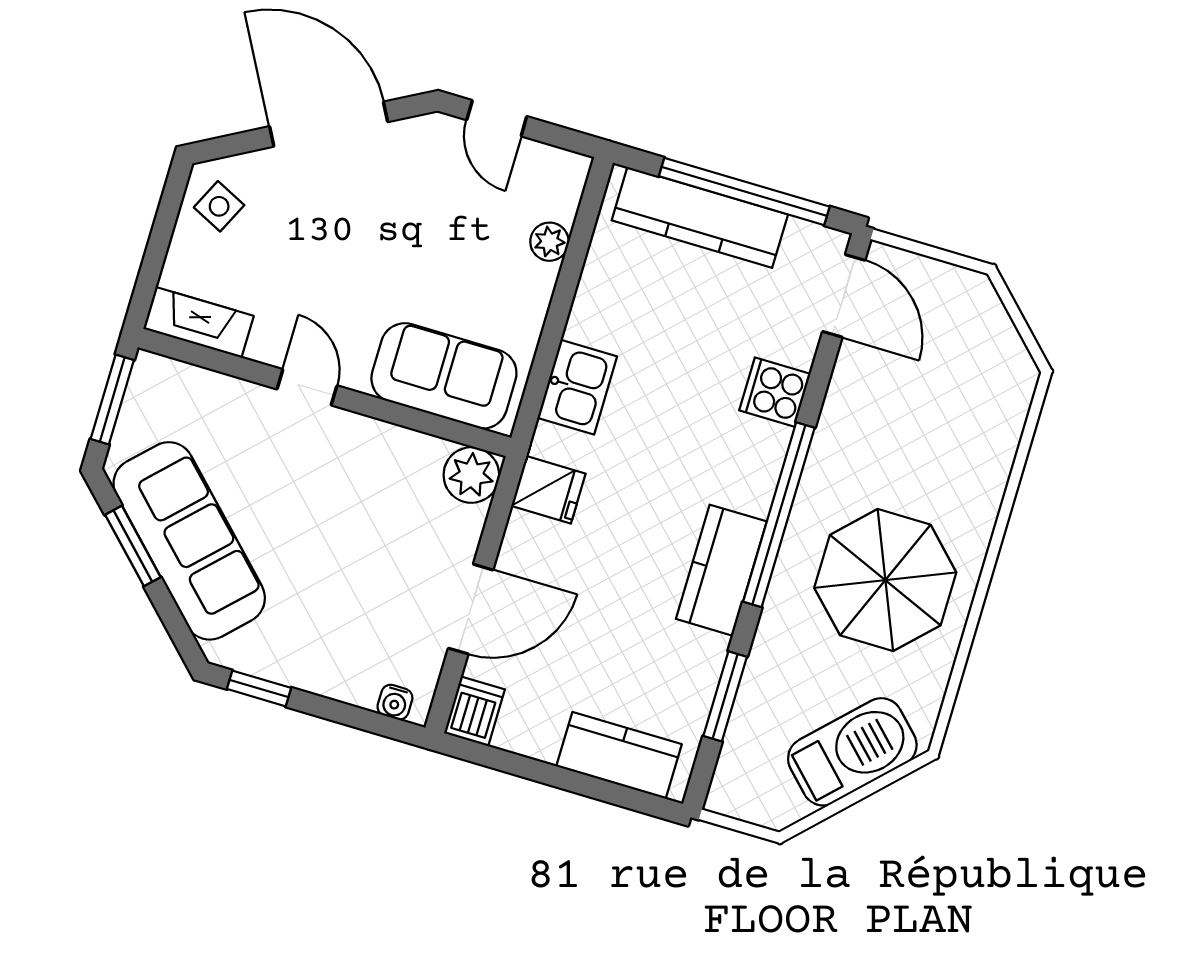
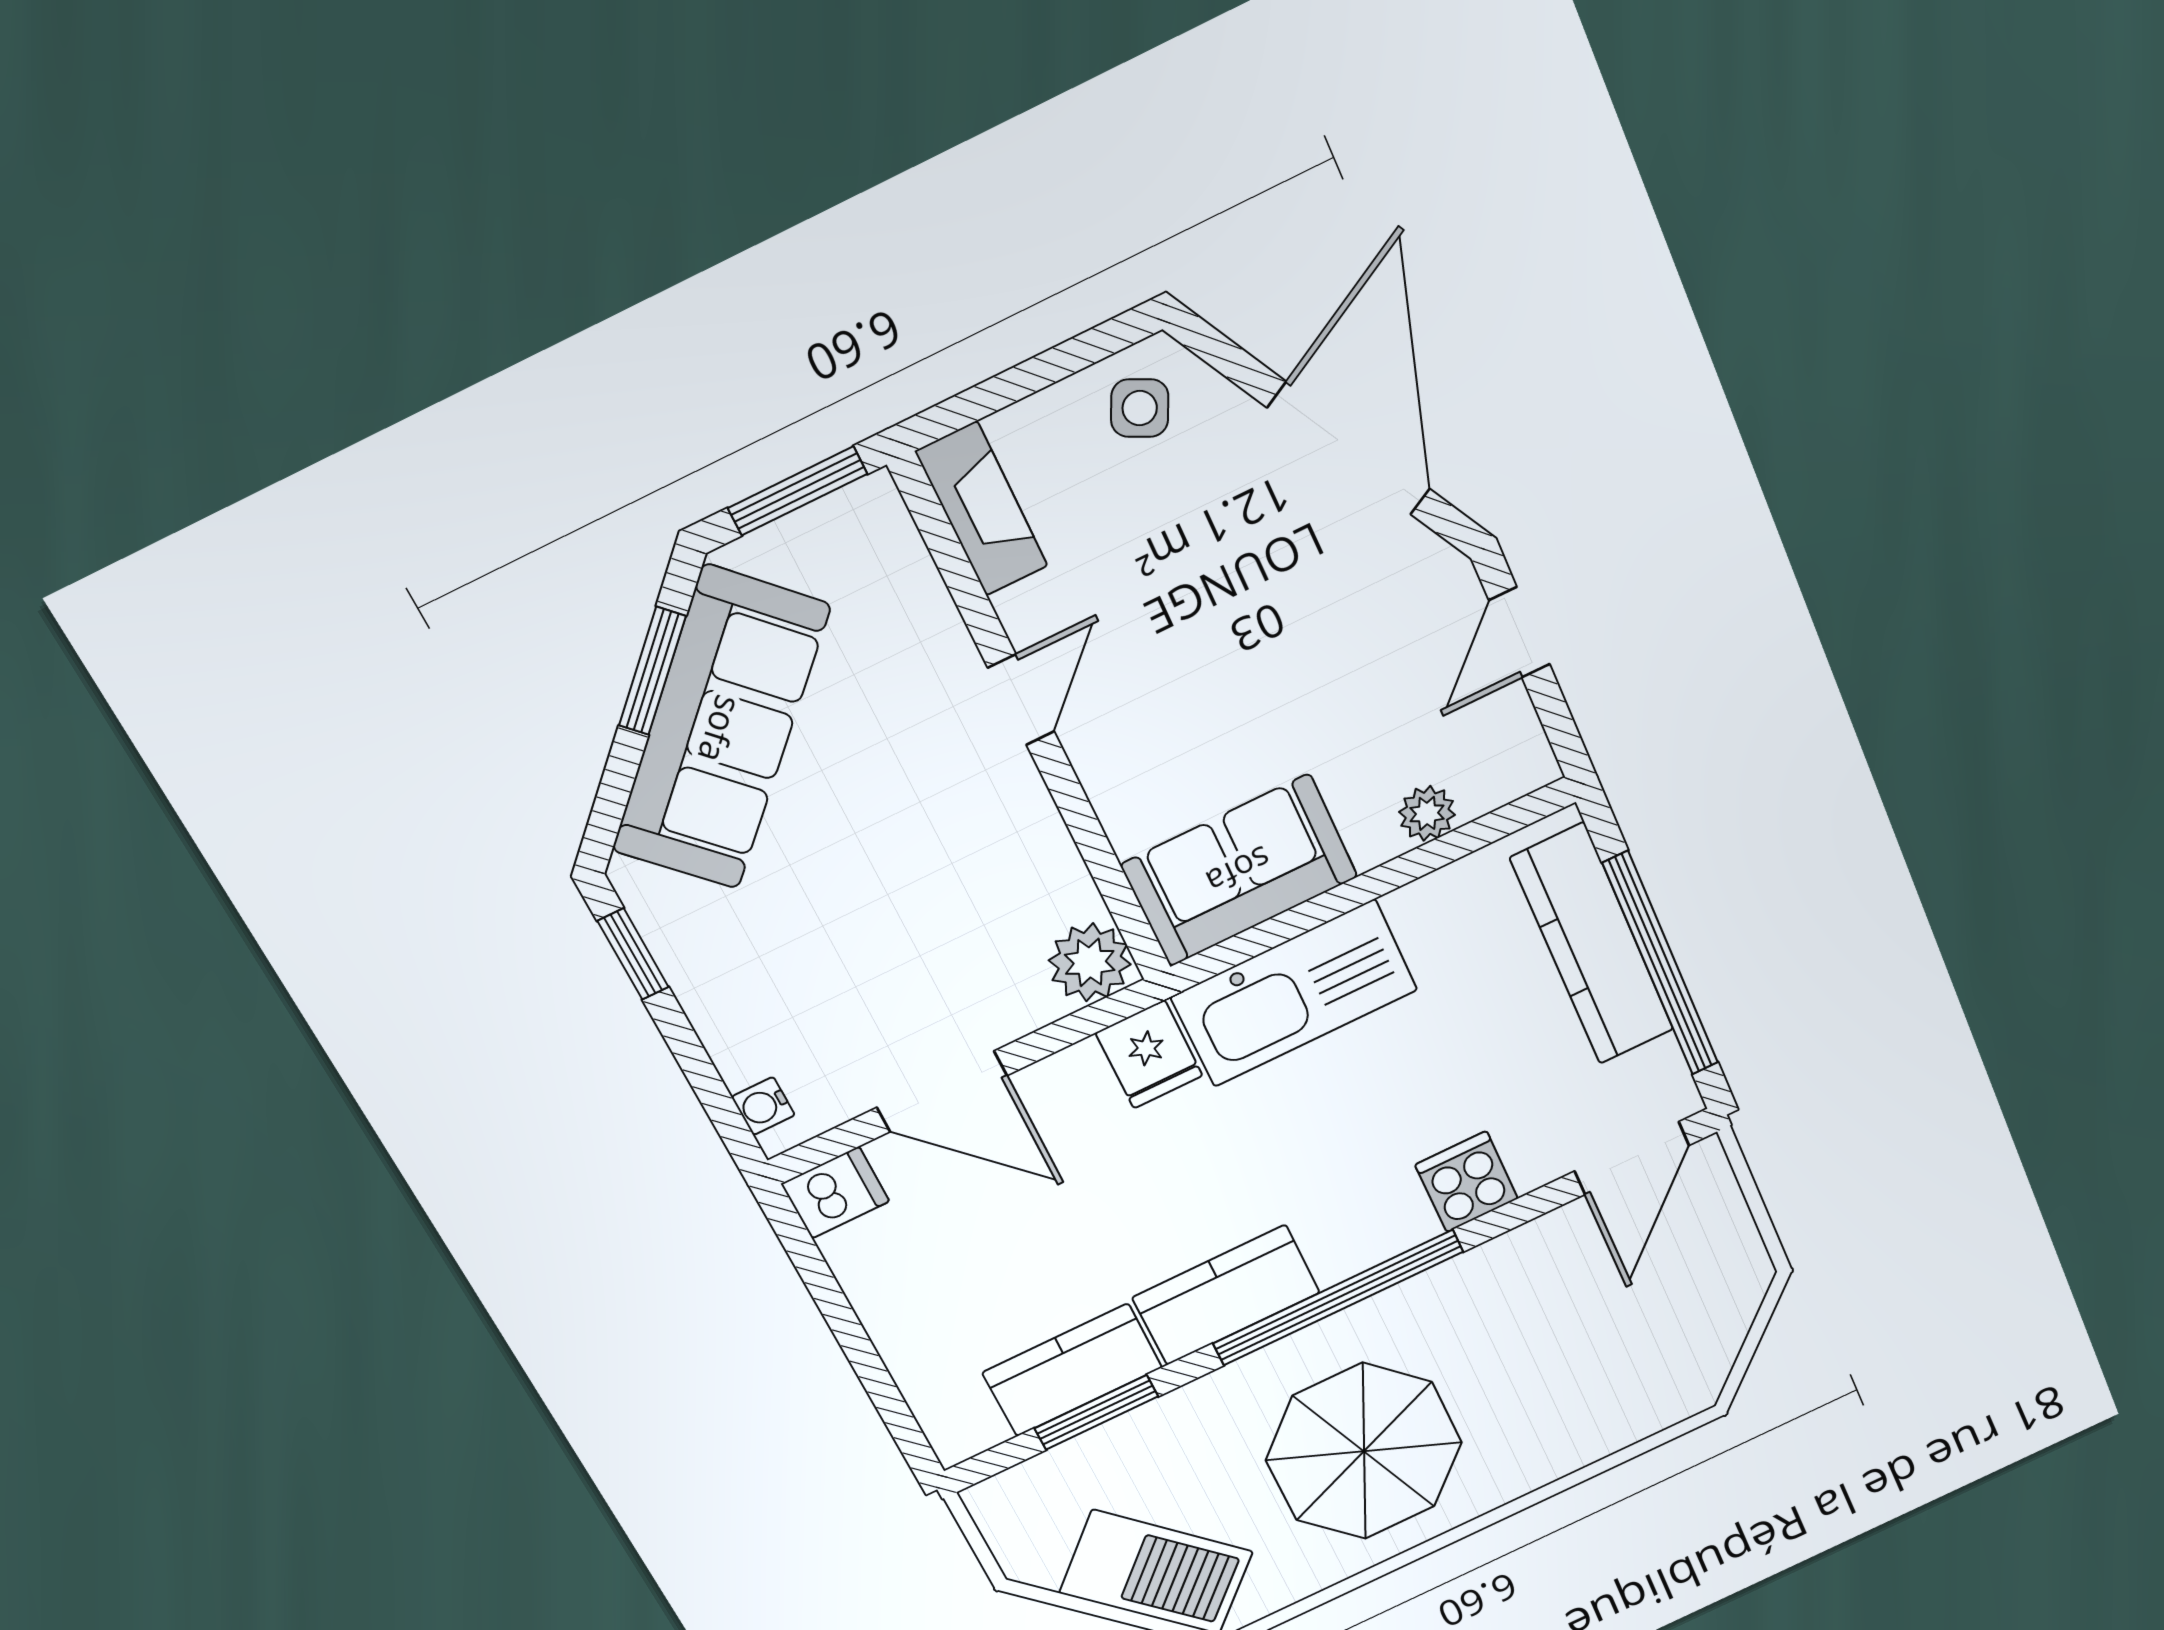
sofa: (444, 376) -> (1239, 871), moved, turned -90
kitchen sink: (577, 387) -> (1294, 993), width x1.87, depth x1.24
kitchen counter: (619, 755) -> (1072, 1370), moved, turned -90

